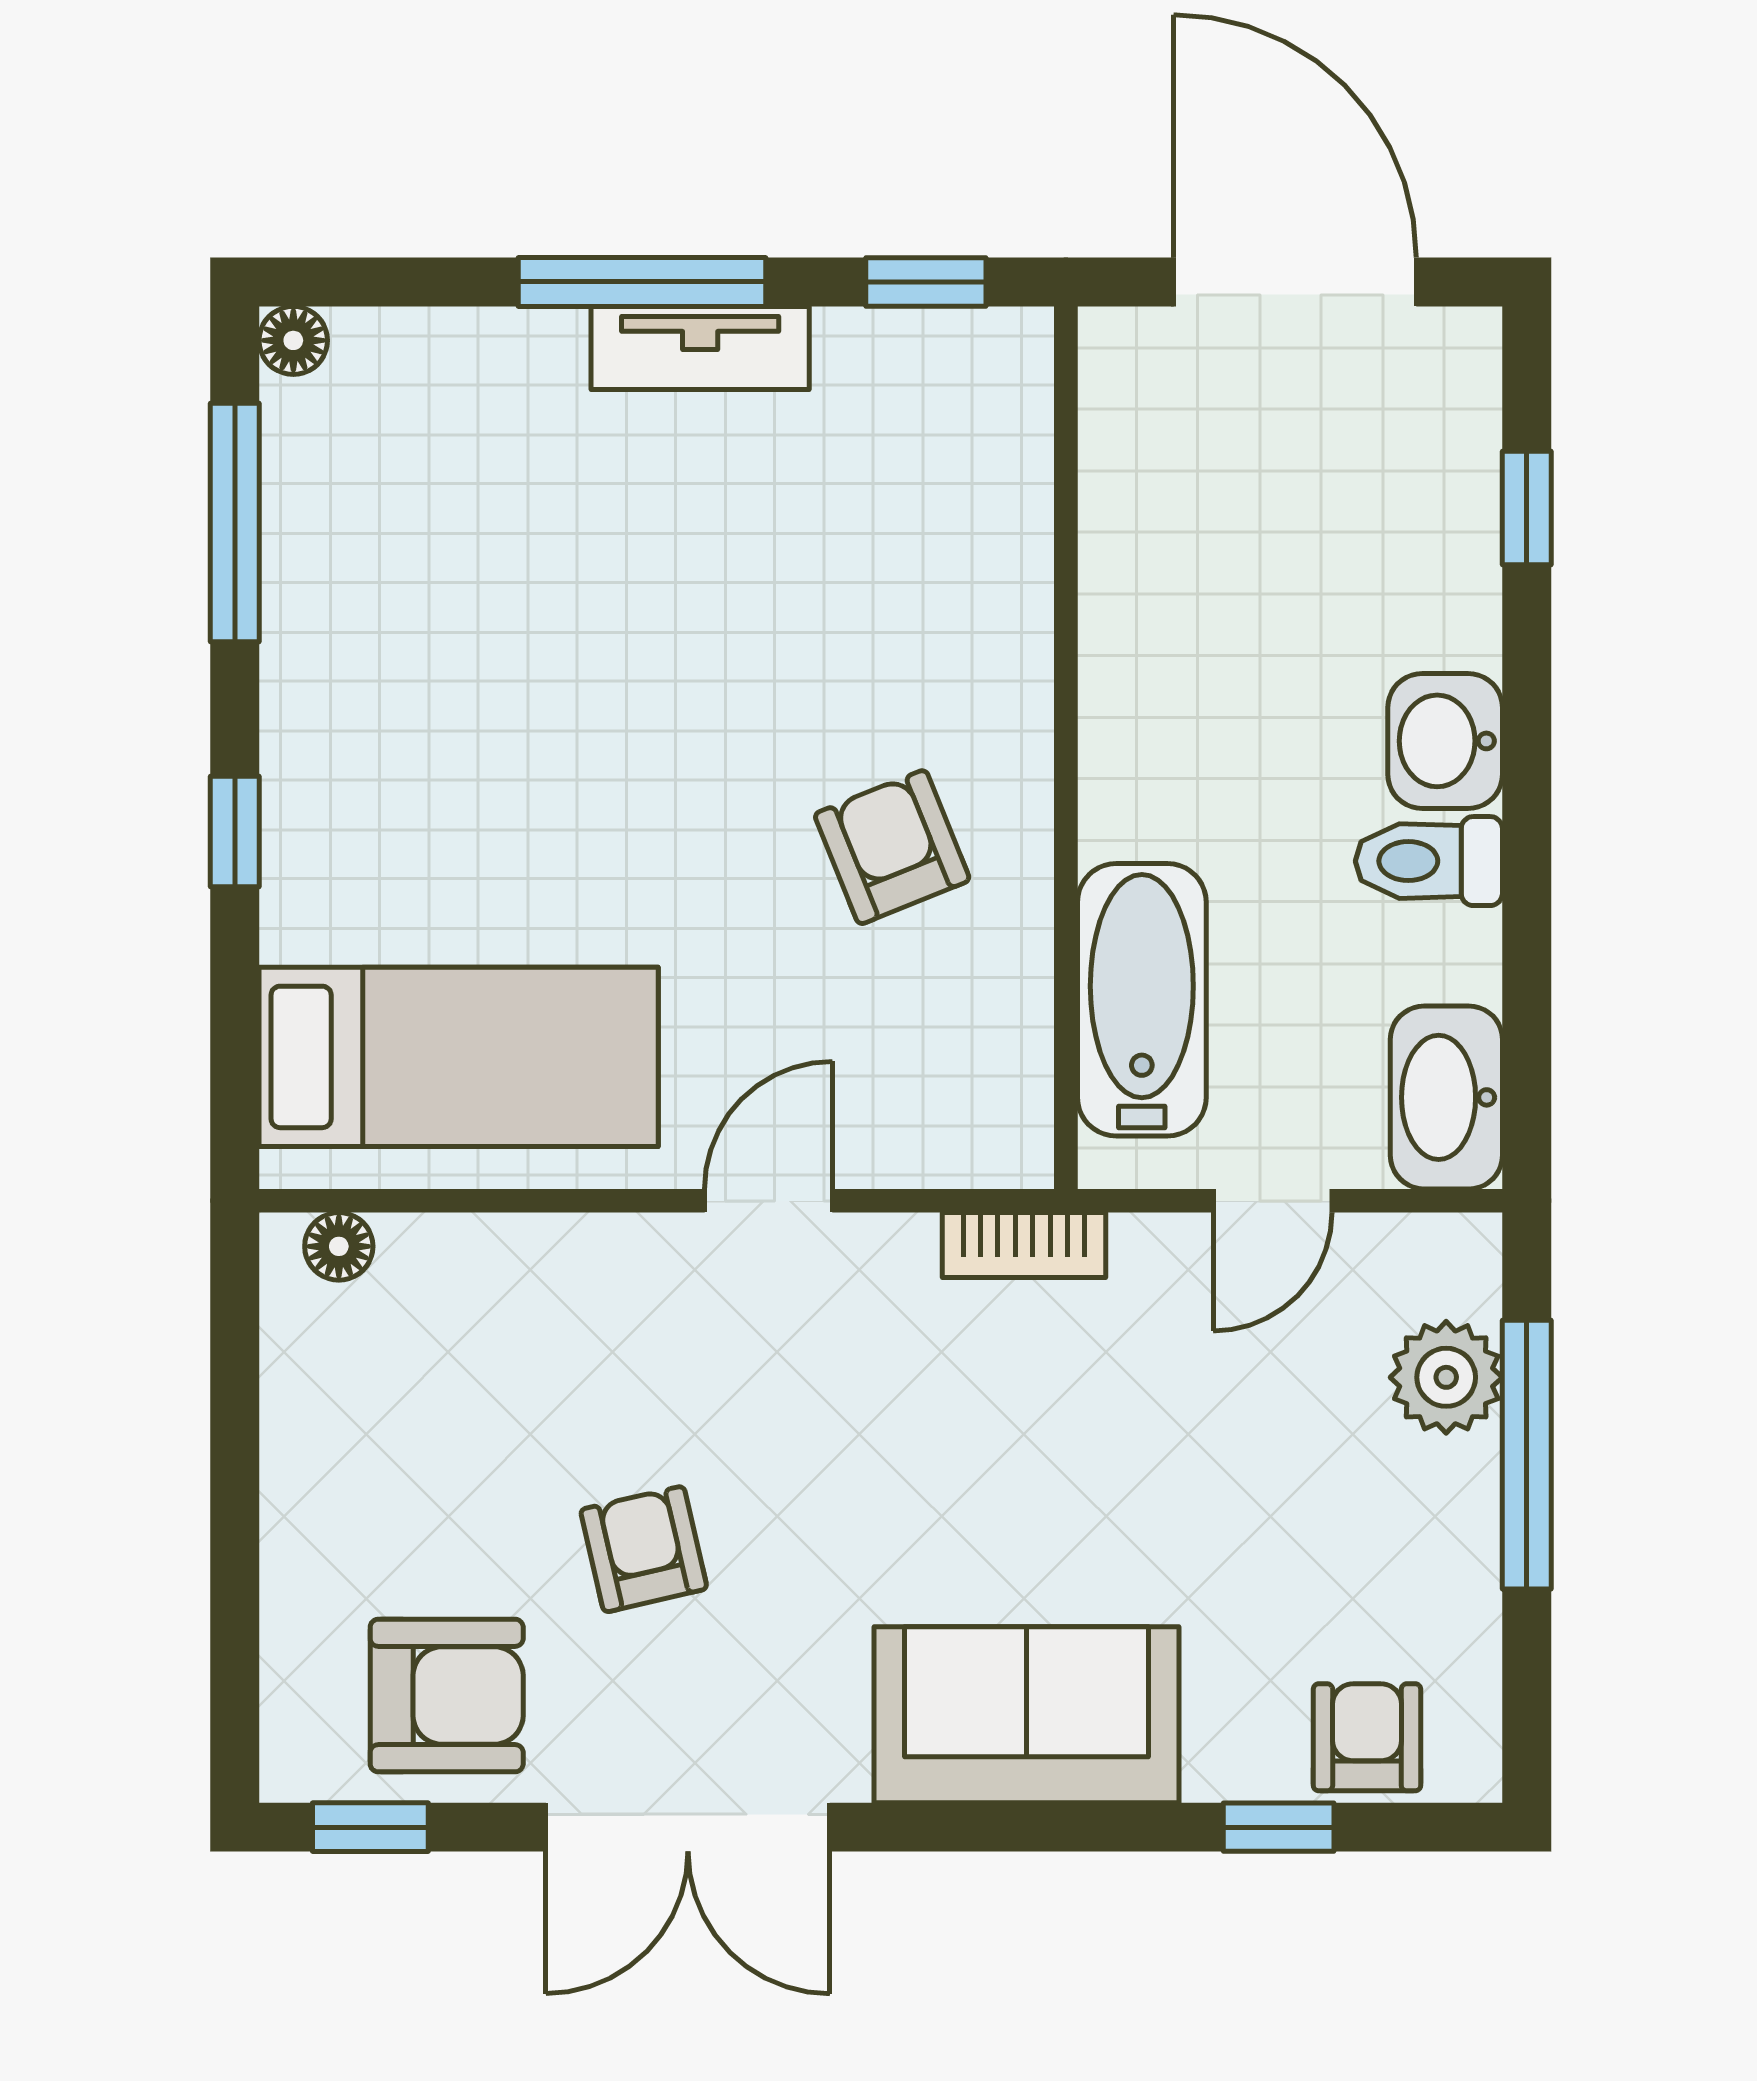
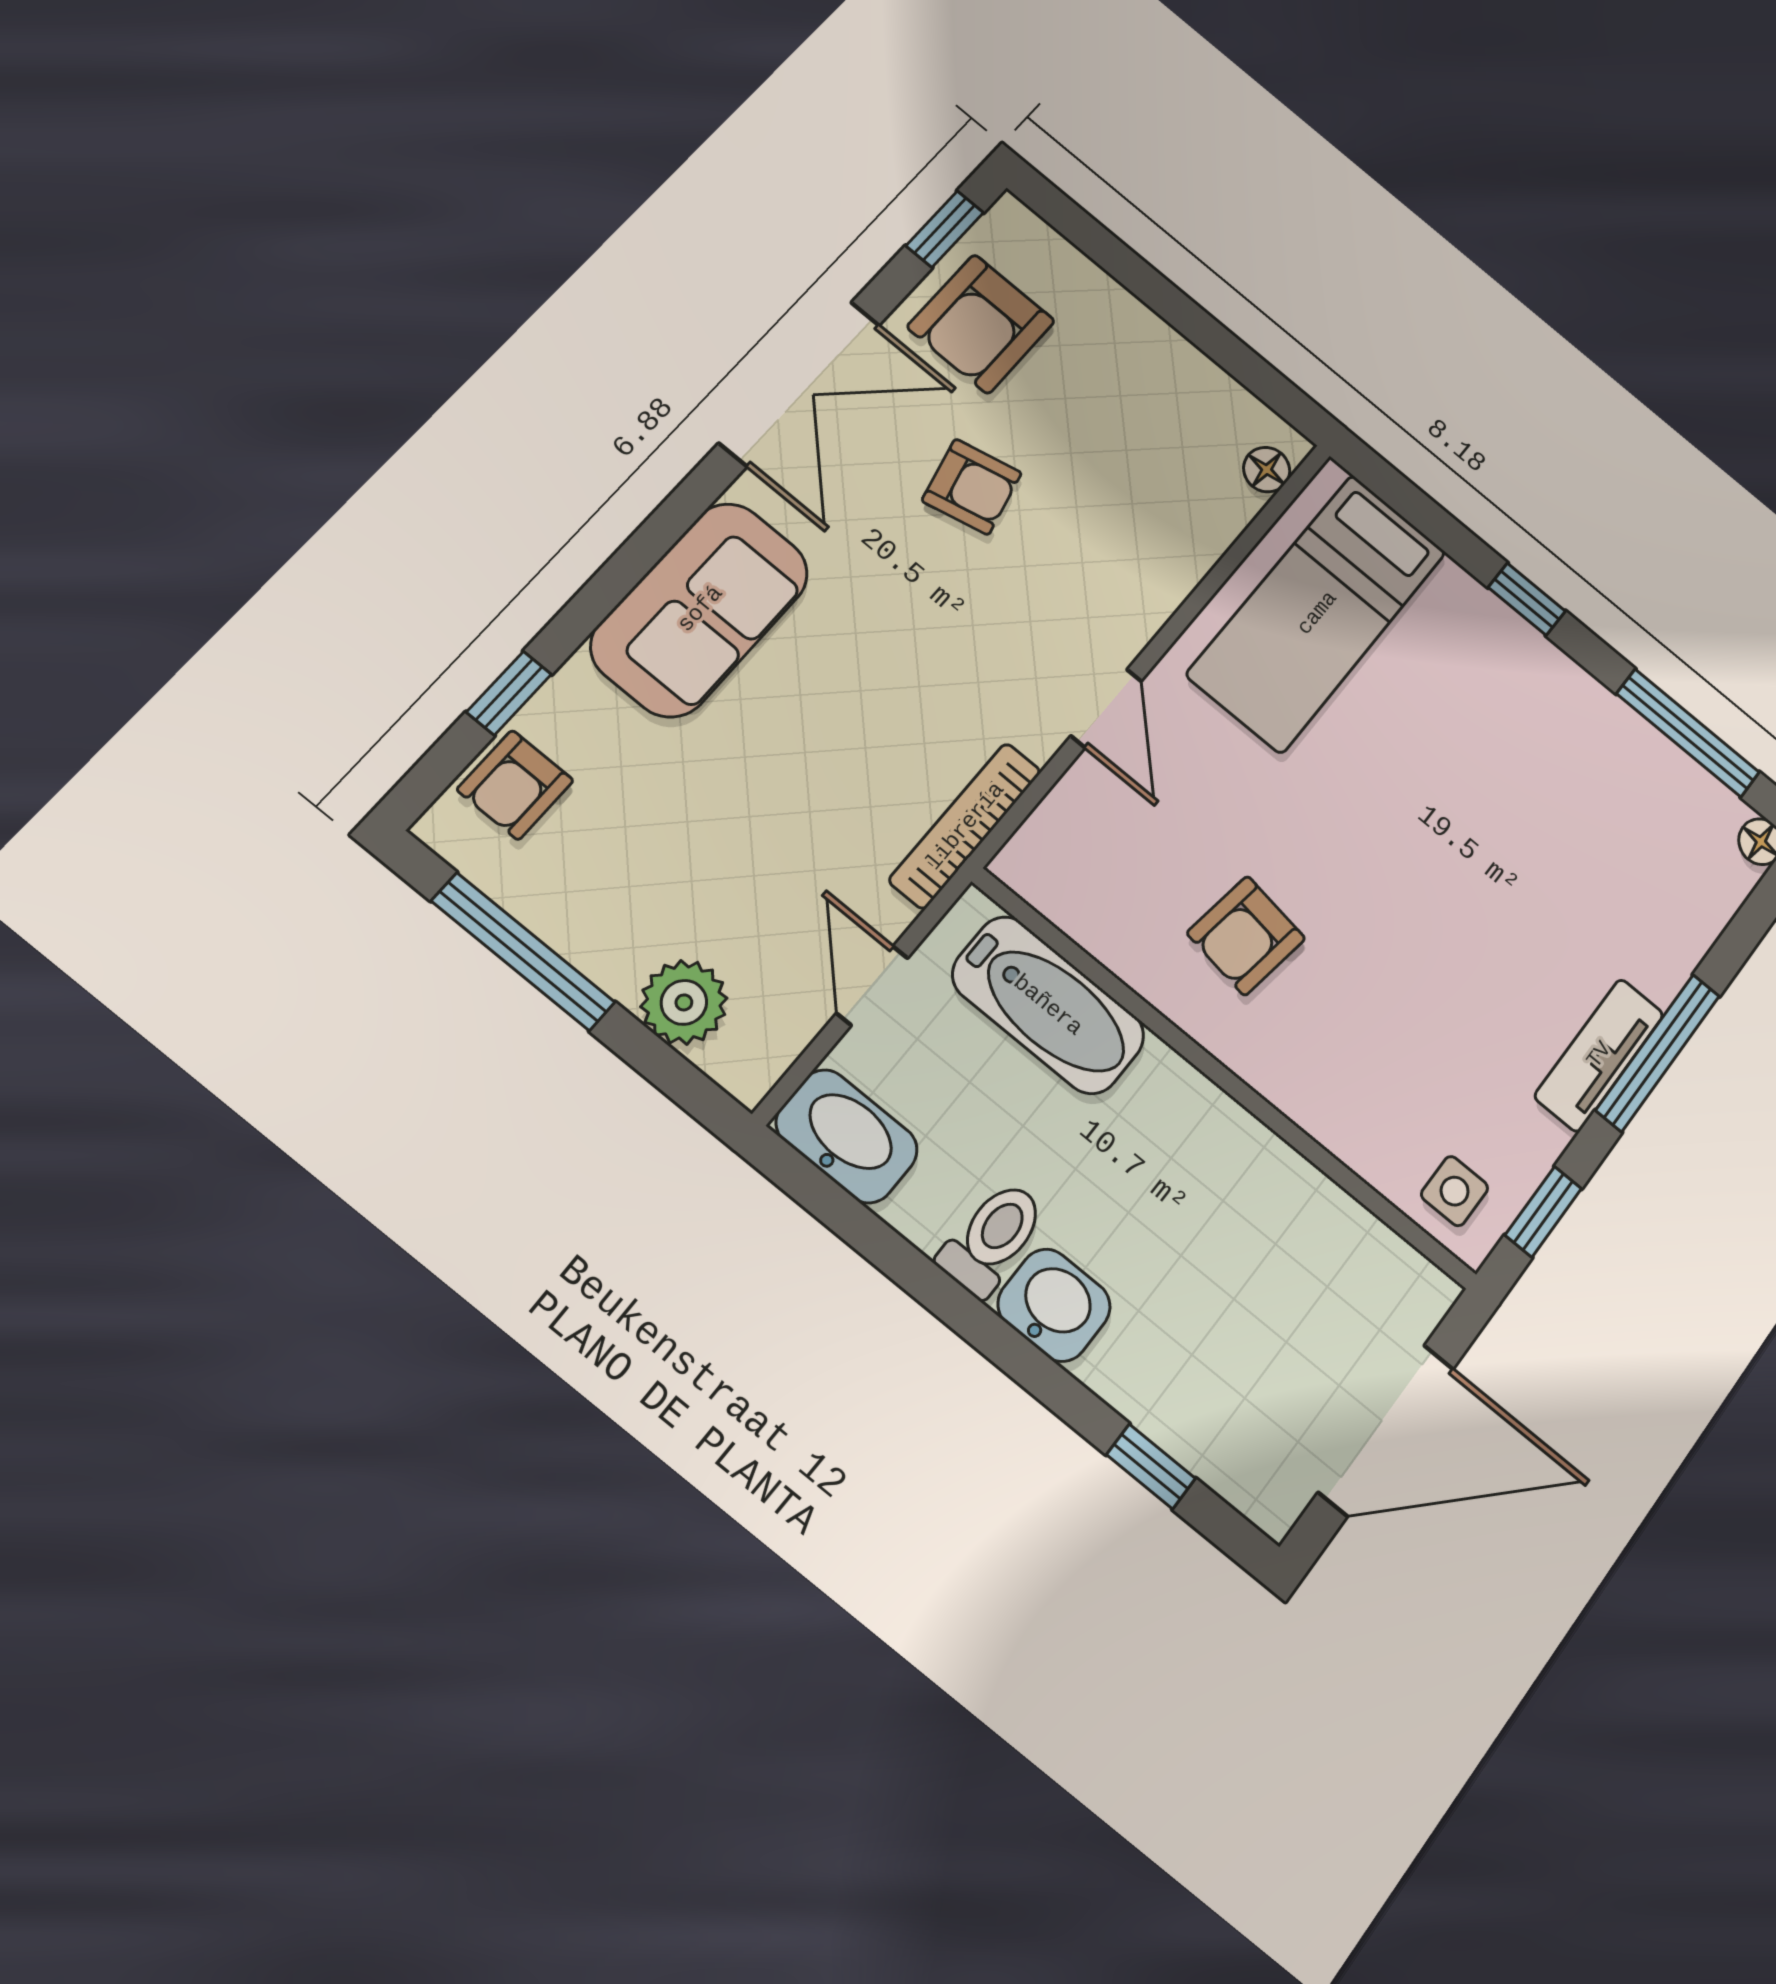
side table: (983, 399) -> (1455, 1191), added
armchair: (892, 847) -> (1246, 936), turned 120
bookcase: (1024, 1245) -> (965, 826), width x1.56
window: (1527, 1455) -> (523, 952), moved
armchair: (1367, 1737) -> (515, 785), turned 90
double door: (688, 1827) -> (800, 383), swing flipped

